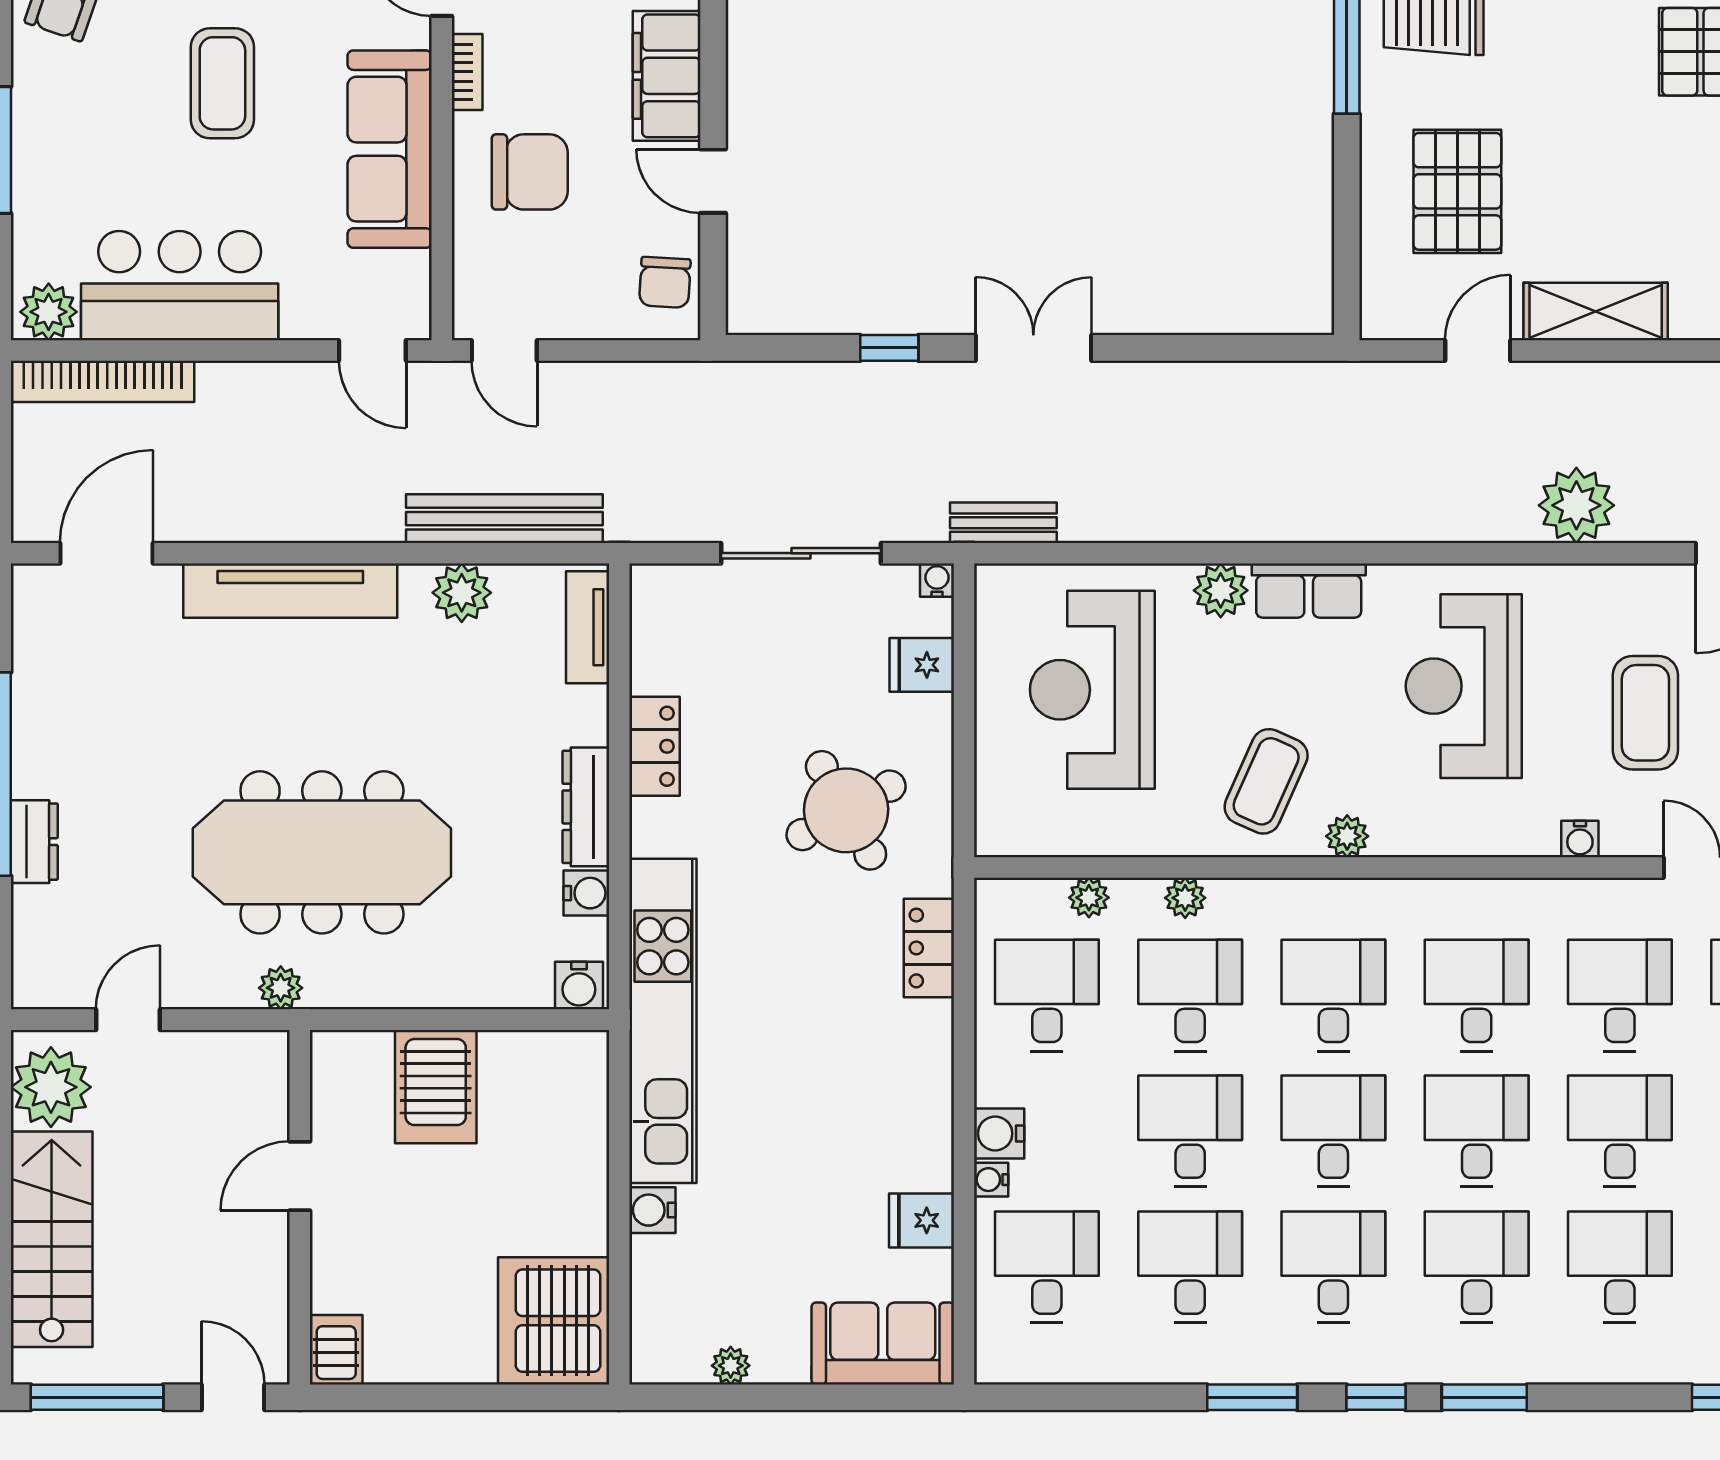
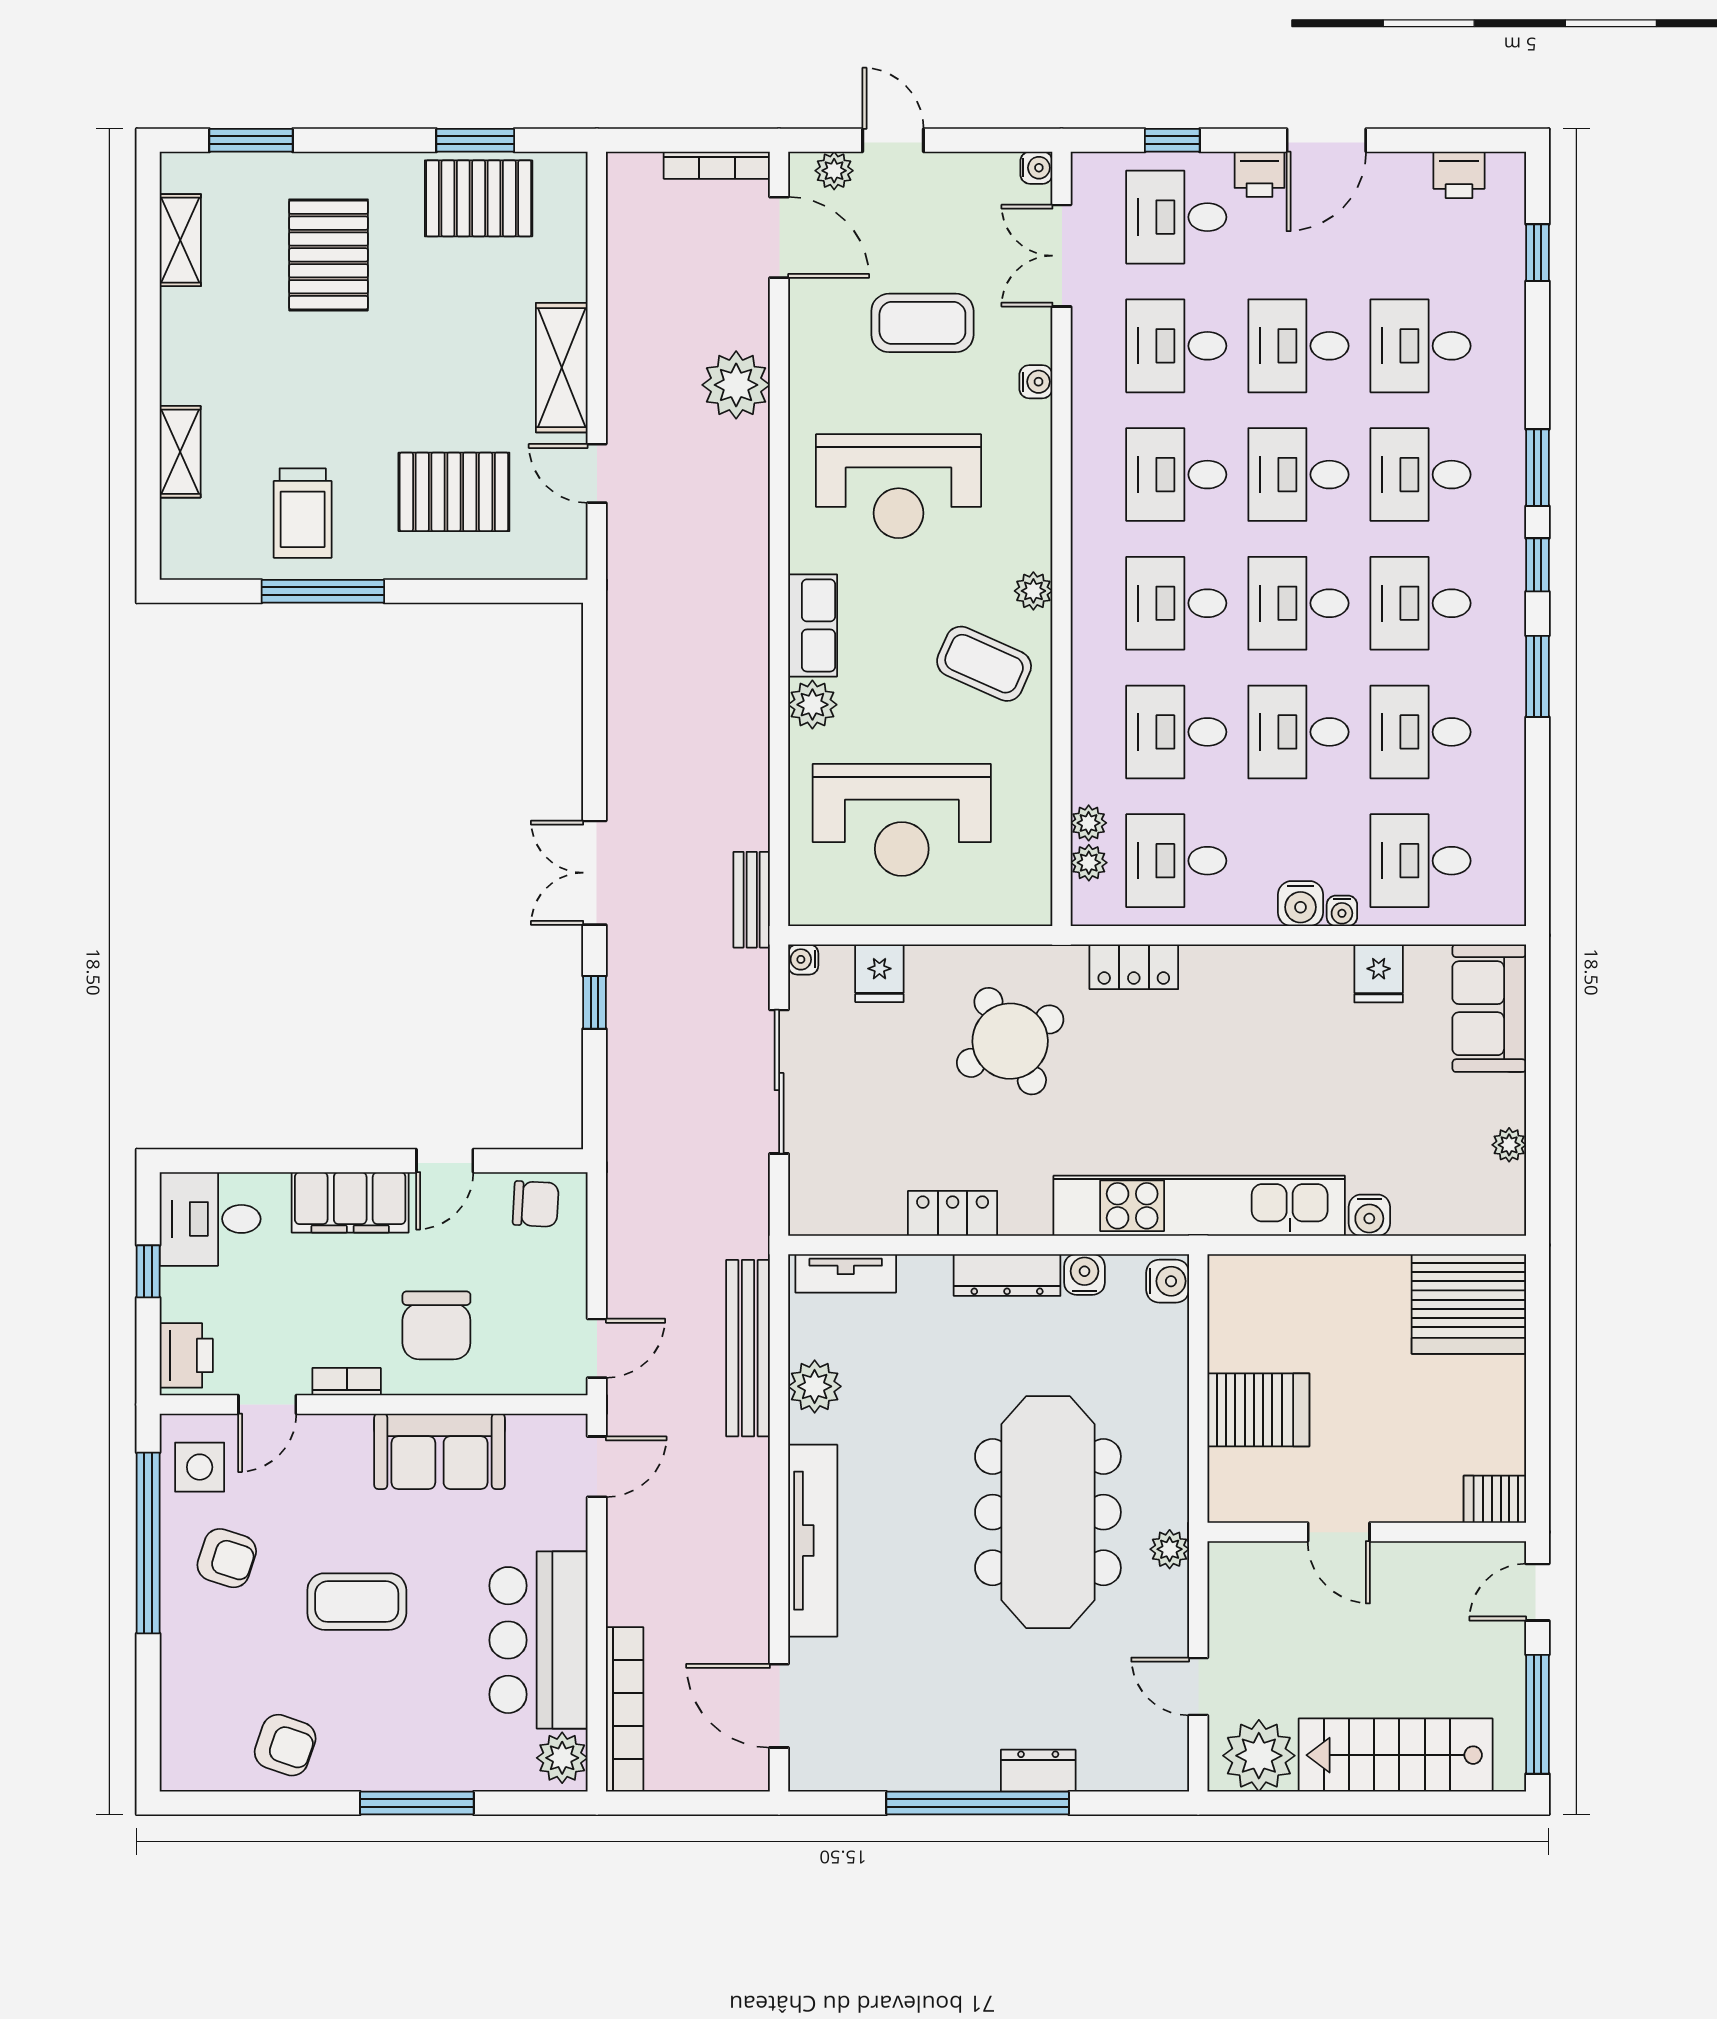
sofa: (390, 149) -> (439, 1451), width x0.73
chair: (530, 172) -> (436, 1325), turned 180
plant: (1185, 898) -> (1089, 863), moved

